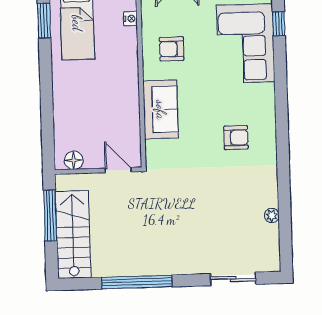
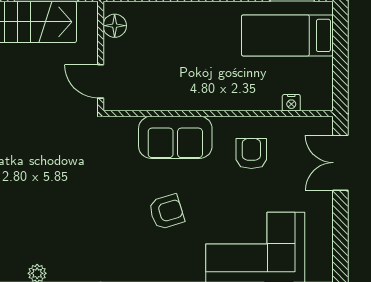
armchair: (236, 138) -> (166, 212), moved, turned -107
door: (118, 170) -> (101, 81), swing flipped

